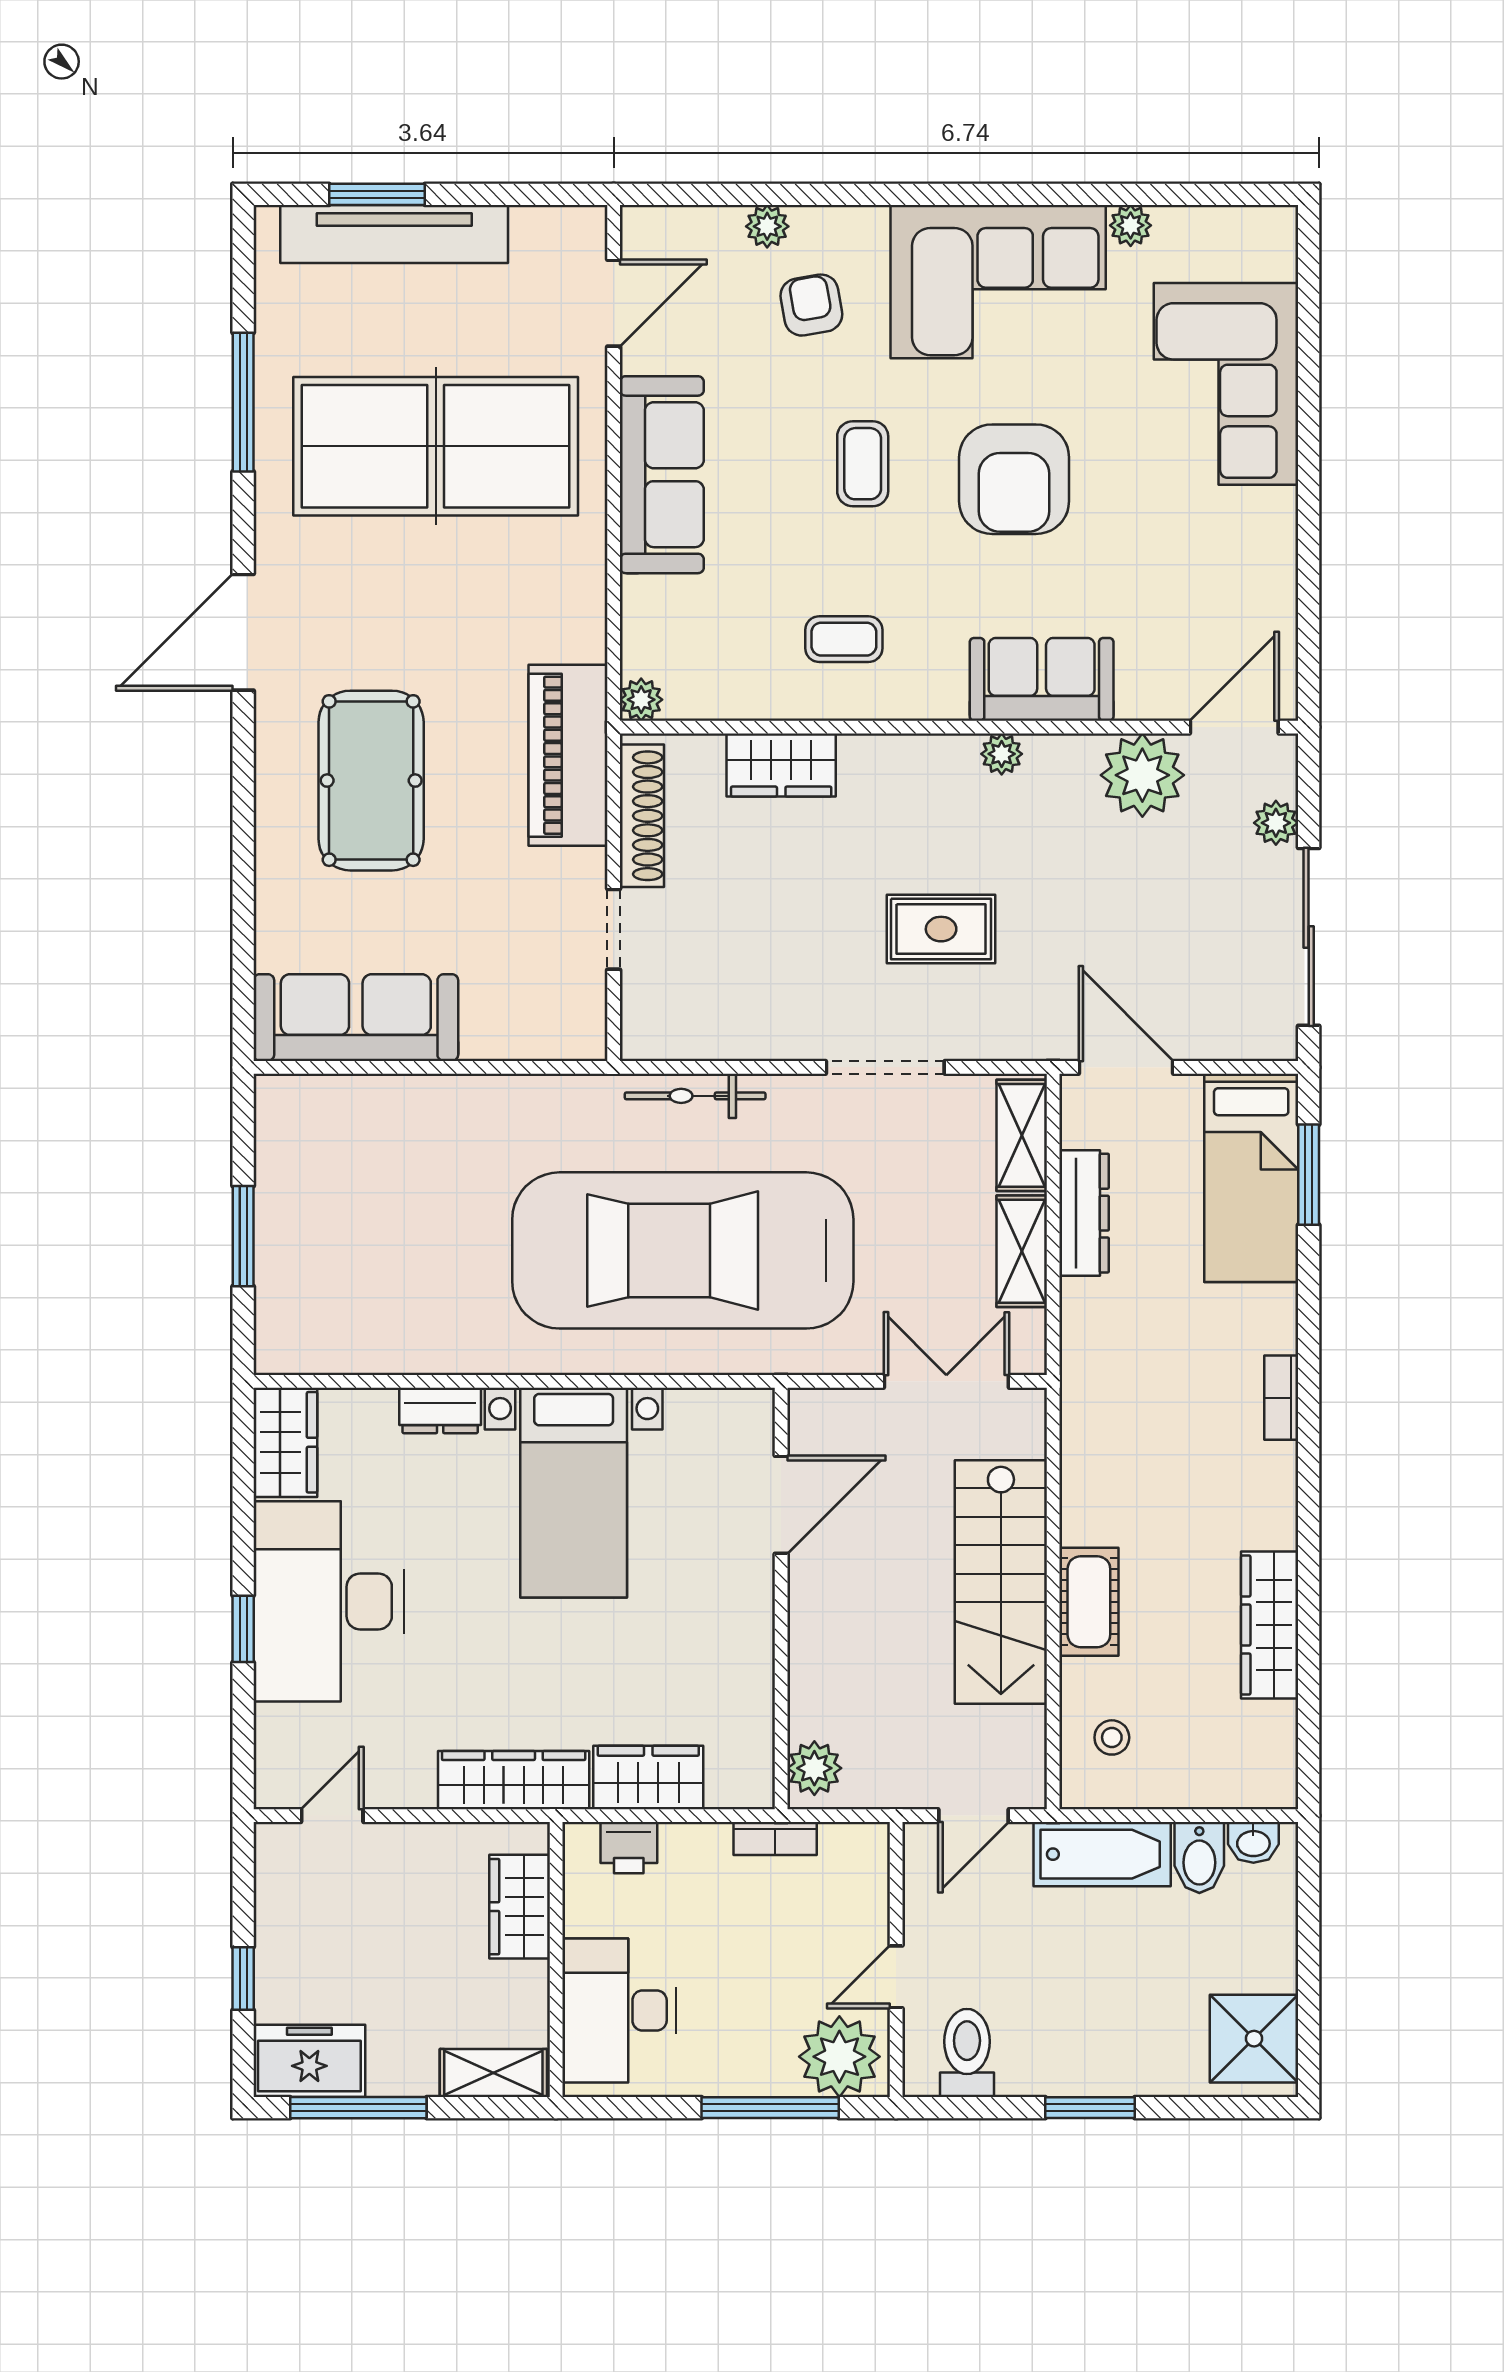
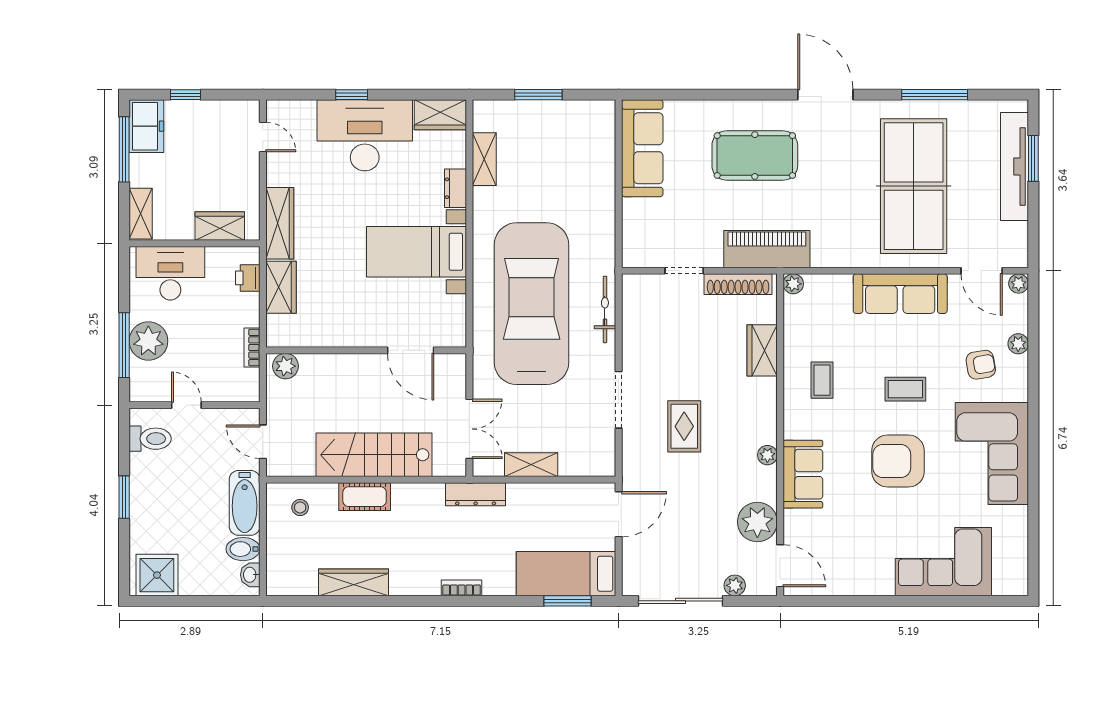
plant: (1131, 225) -> (1019, 284), moved
shelving: (1022, 1135) -> (484, 159), moved, turned 90
dresser: (1084, 1213) -> (476, 494), moved
plant: (839, 2057) -> (148, 341), moved

